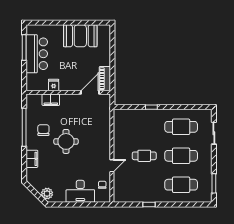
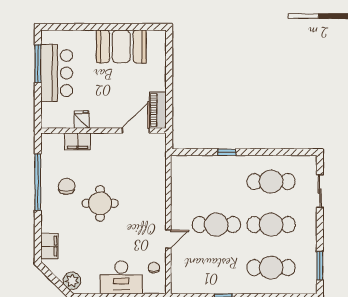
cafe table: (144, 156) -> (216, 225), width x1.37, depth x1.35
filing cabinet: (32, 159) -> (49, 246), moved

